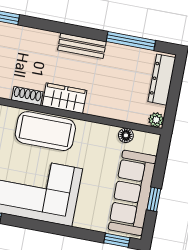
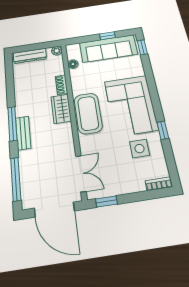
window: (131, 41) -> (12, 124), moved
bench: (82, 46) -> (23, 133), moved
shoe rack: (27, 96) -> (61, 85), moved

